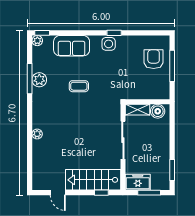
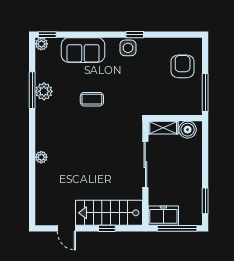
window: (172, 66) -> (205, 92), moved
window: (101, 193) -> (107, 228), moved
window: (149, 193) -> (177, 228), width x1.44

